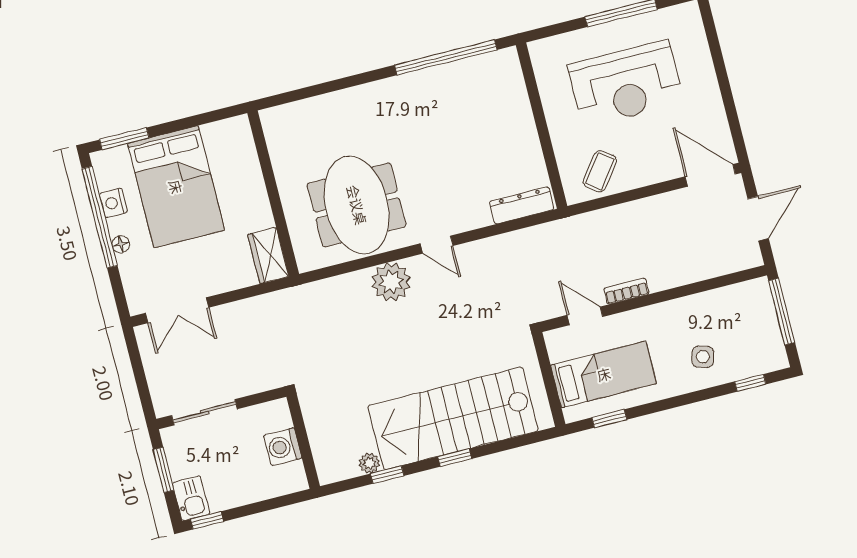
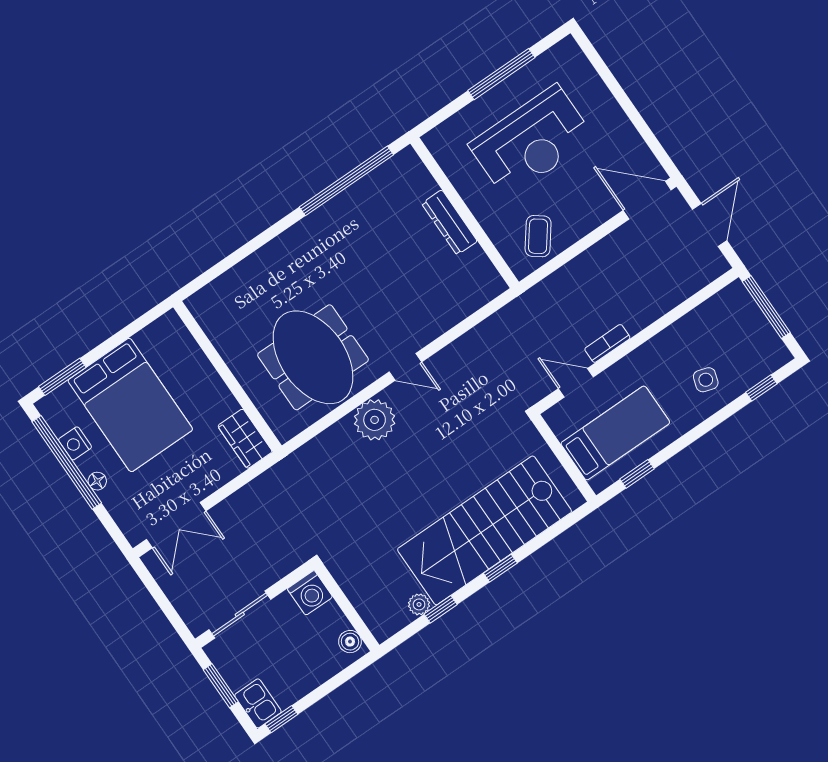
dresser: (522, 205) -> (449, 222), moved, turned -90
washing machine: (283, 447) -> (310, 593), moved, turned -90
boiler: (295, 473) -> (350, 642), added

